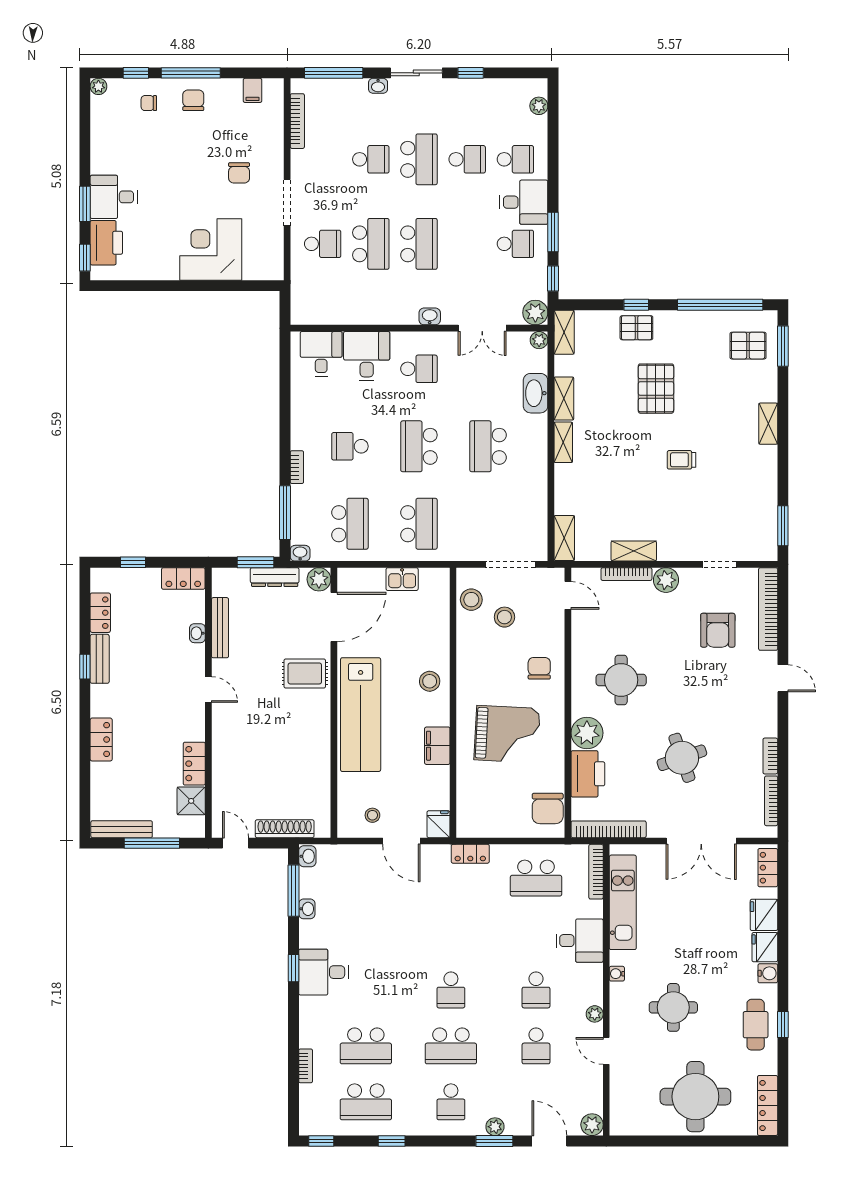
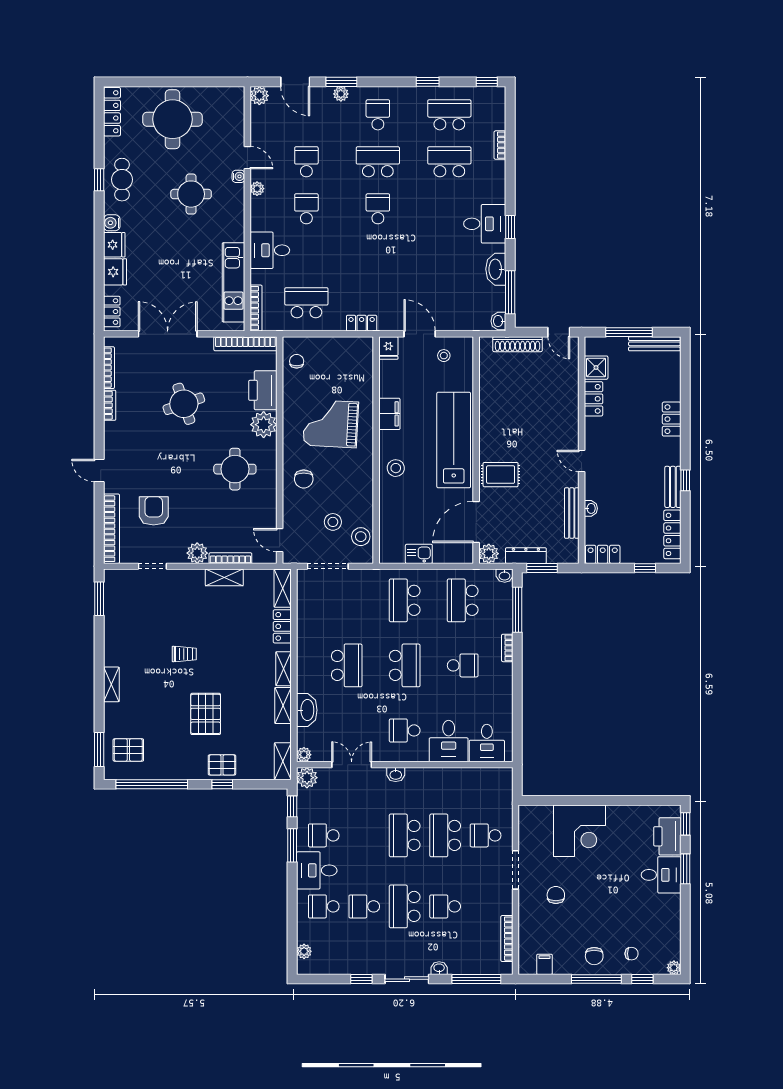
locker: (565, 493) -> (282, 626), added
locker: (100, 613) -> (672, 534), width x1.53
chair: (548, 808) -> (297, 361), width x0.54, depth x0.54
washbasin: (307, 909) -> (496, 269), width x1.91, depth x1.45
water cooler: (617, 974) -> (238, 176), moved

